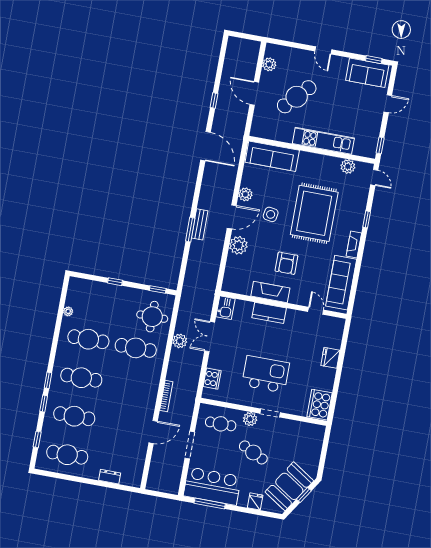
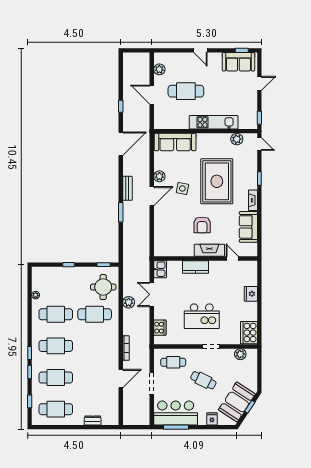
cafe table: (297, 97) -> (186, 91), turned 47
door: (206, 146) -> (121, 144), hinge flipped
bench: (200, 224) -> (127, 188), moved
plant: (238, 245) -> (161, 218), removed
sofa: (341, 283) -> (248, 227), width x0.73
fireplace: (270, 292) -> (209, 250), moved
kitchen island: (266, 374) -> (202, 316), turned 180
plant: (250, 419) -> (240, 354), moved

